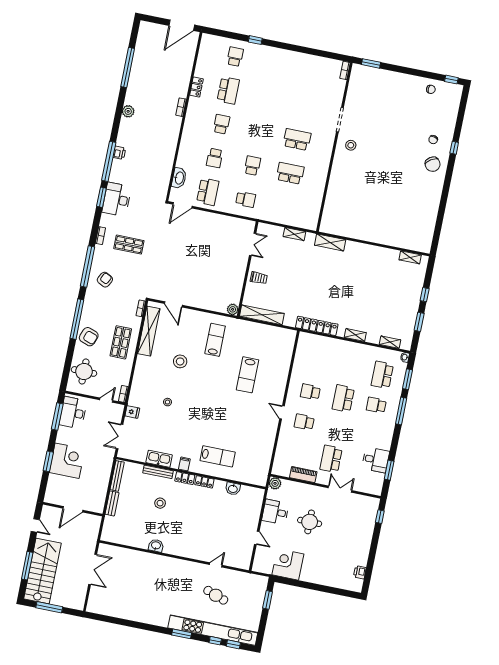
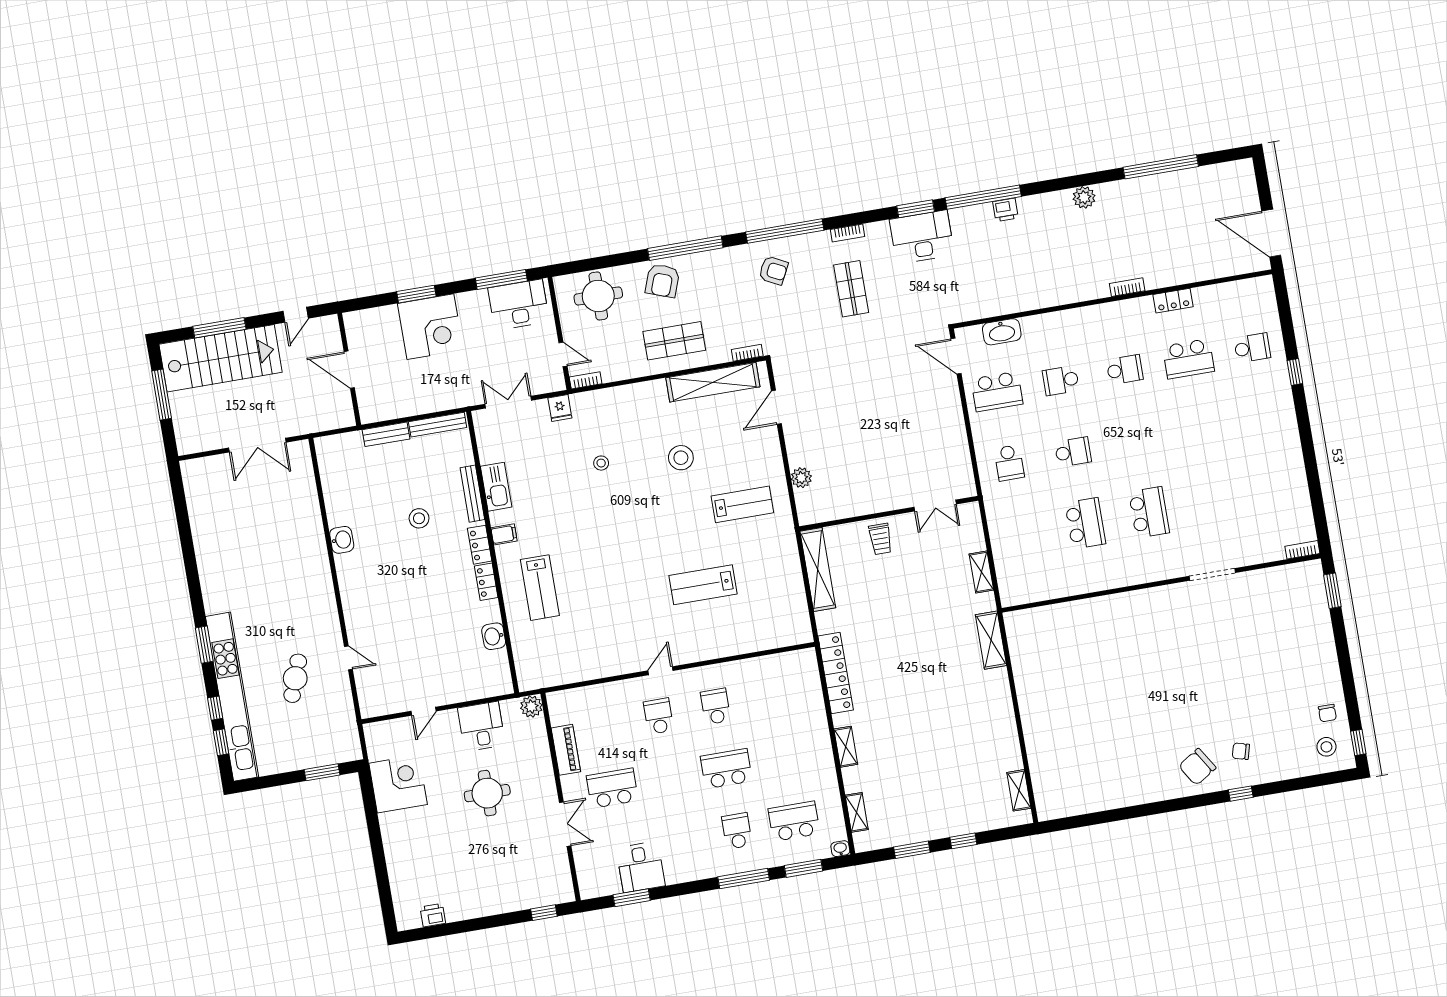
stool: (351, 145) -> (1326, 747), moved
plant: (233, 309) -> (801, 478), moved

